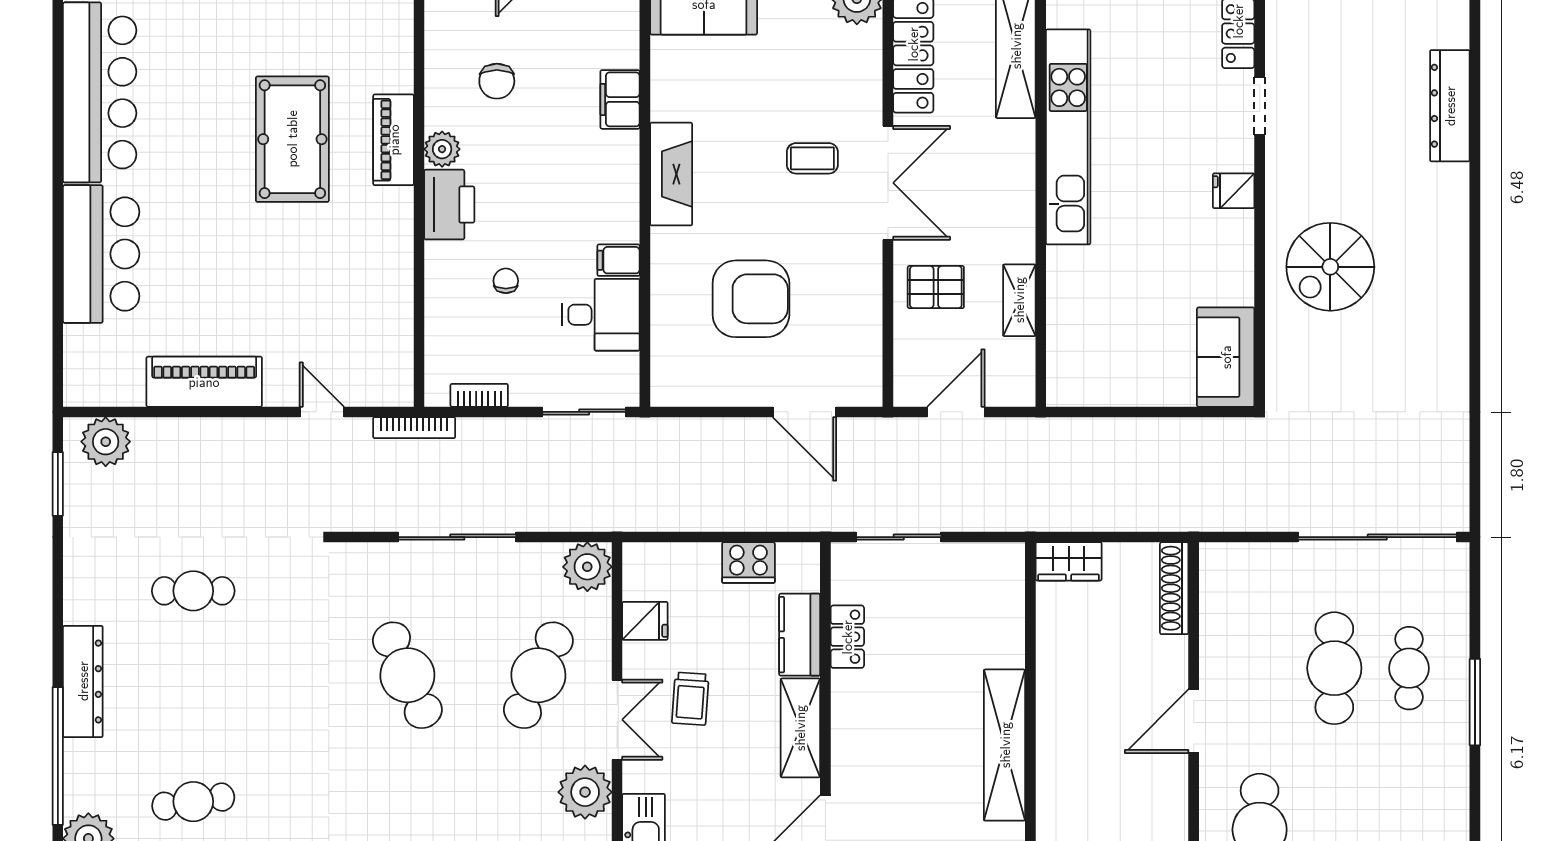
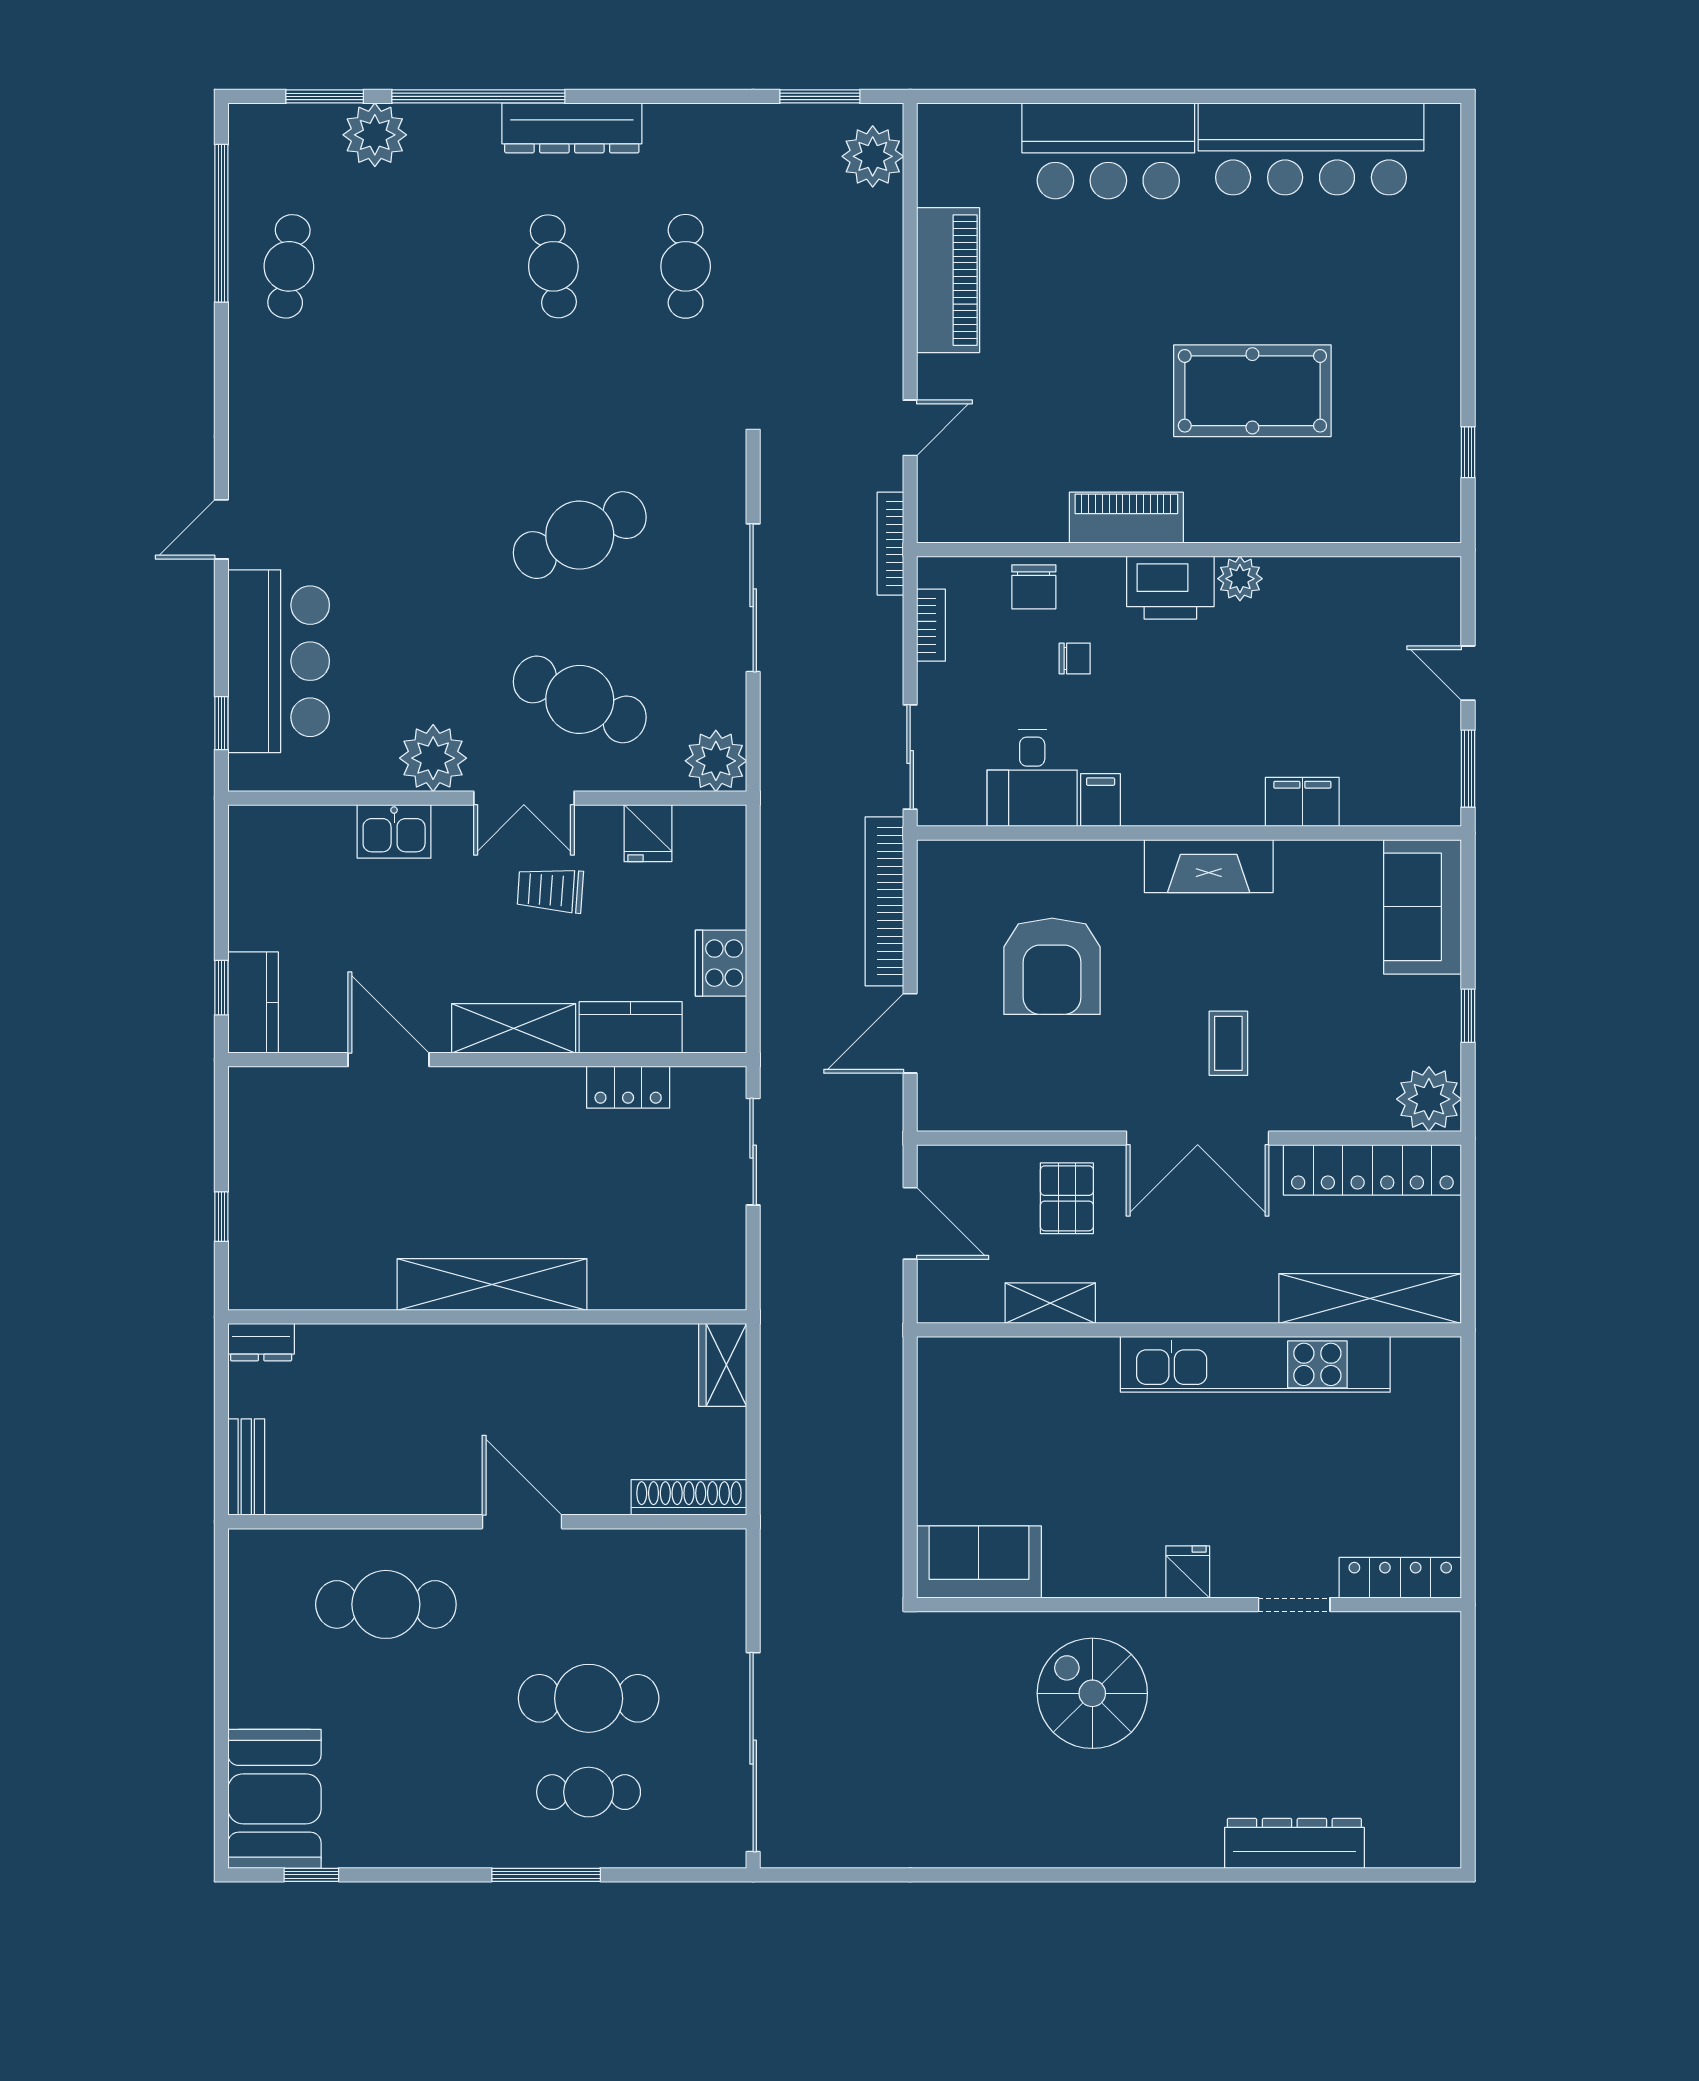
chair: (497, 81) -> (1034, 587), moved, turned -90
piano: (394, 140) -> (1126, 518), moved
bookcase: (699, 432) -> (884, 901), added
cafe table: (193, 802) -> (553, 266), moved

